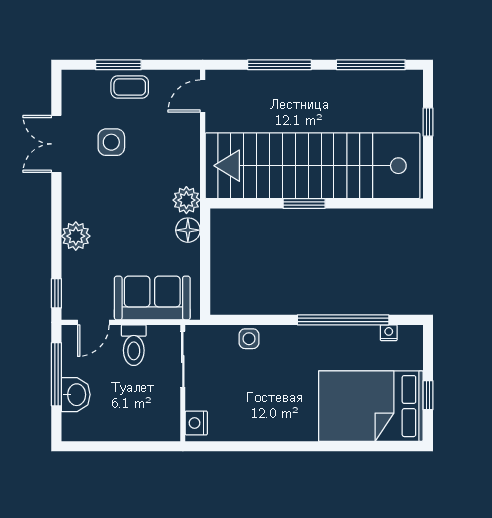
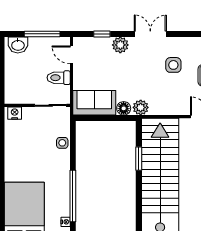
double door: (56, 144) -> (150, 34), moved
window: (304, 203) -> (139, 159), moved
window: (56, 293) -> (102, 34), moved
sofa: (152, 298) -> (94, 103), moved, turned -90
washbasin: (76, 395) -> (18, 45), moved

